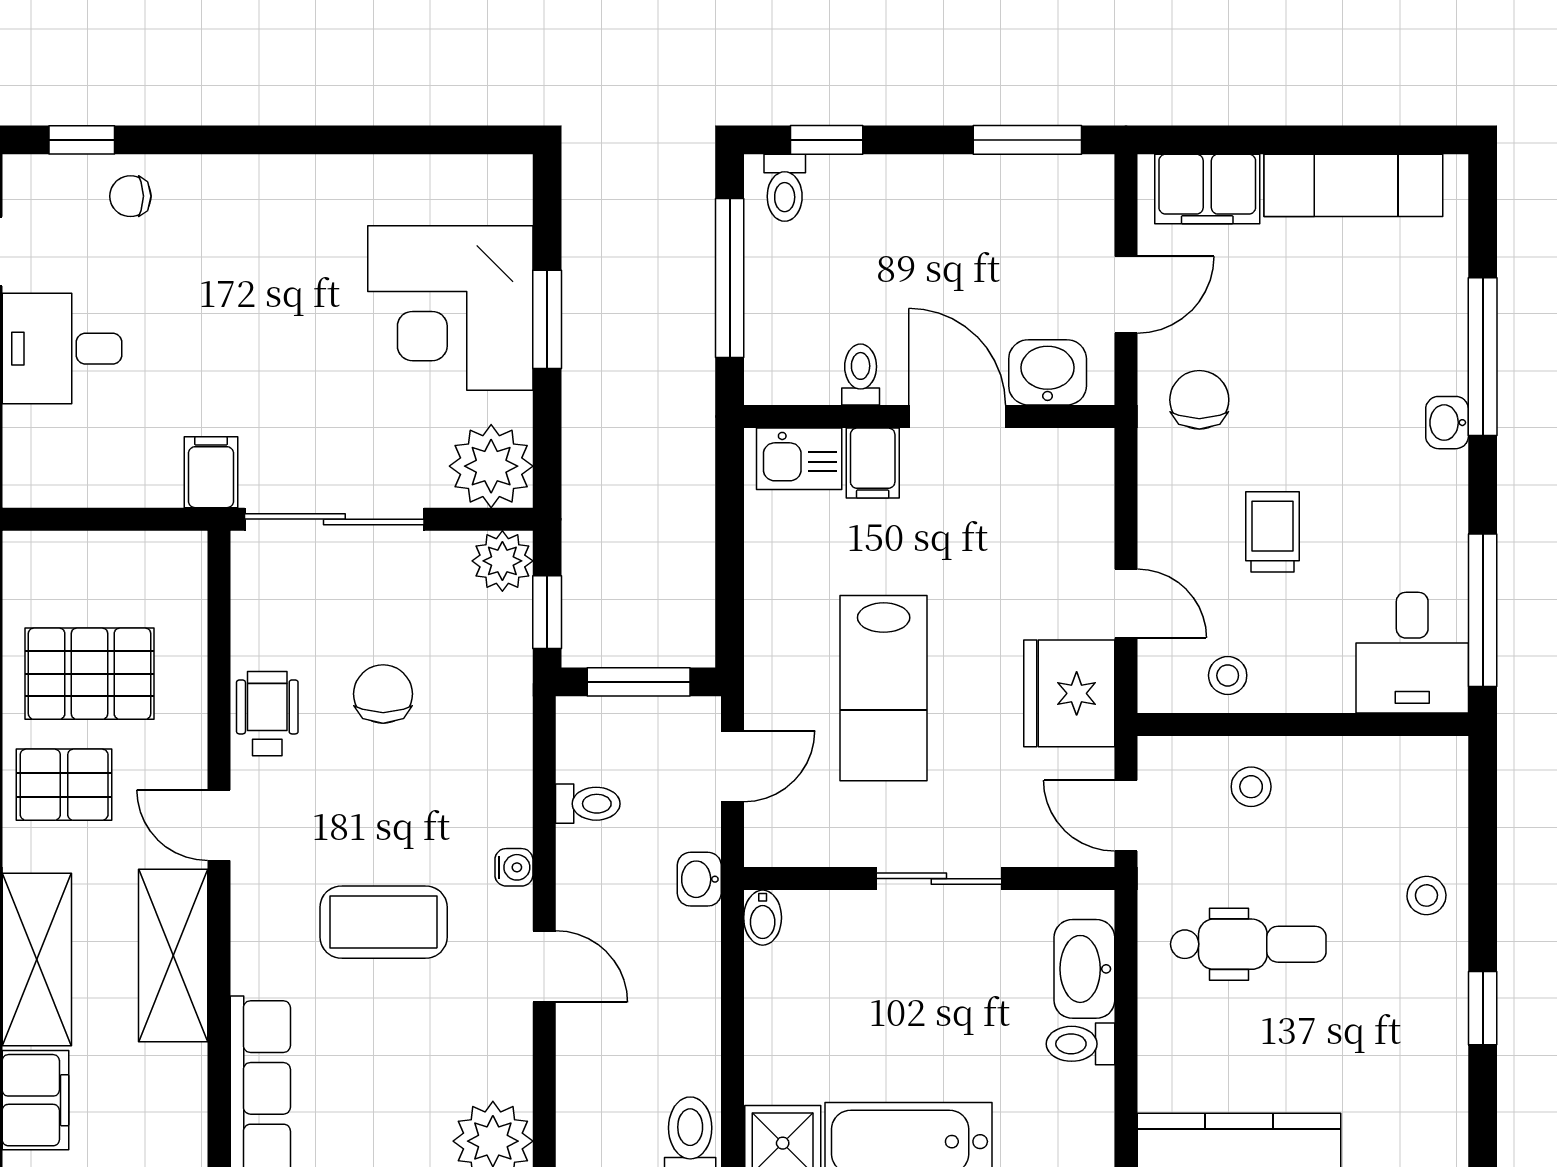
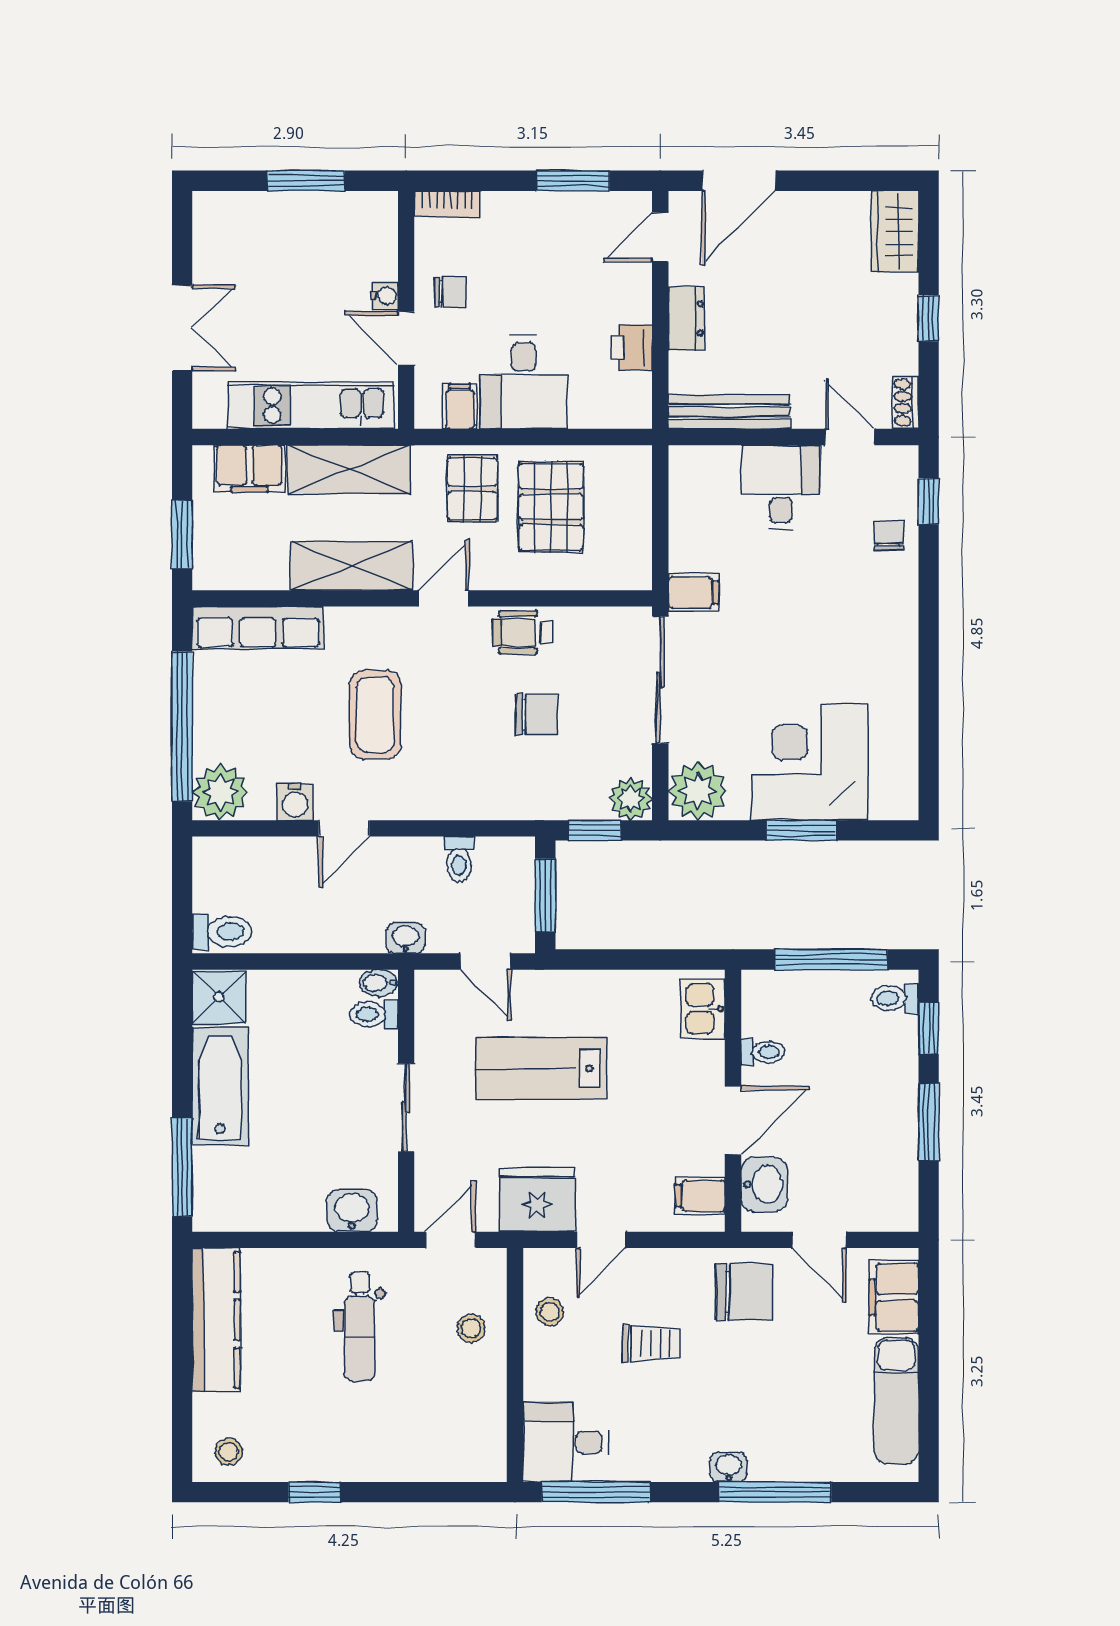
window: (1027, 140) -> (929, 1122), moved
chair: (1199, 400) -> (745, 1292), width x1.37, depth x1.37
filing cabinet: (873, 463) -> (700, 1196), moved
wheelchair: (267, 714) -> (523, 632), turned 180
water cooler: (514, 867) -> (295, 802), moved, width x1.38, depth x1.38
stool: (1426, 895) -> (229, 1452), moved
washbasin: (1084, 969) -> (352, 1210), width x0.72
toilet: (1081, 1044) -> (374, 1014), moved, turned -90

